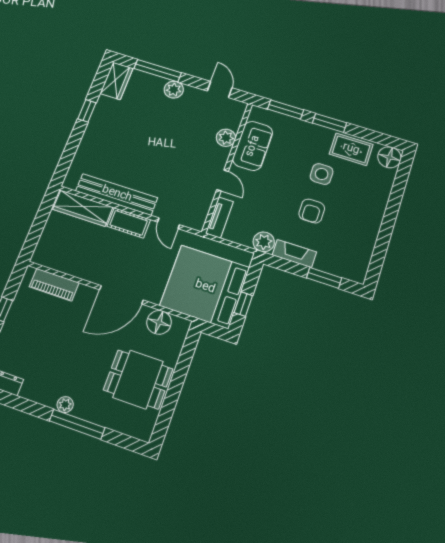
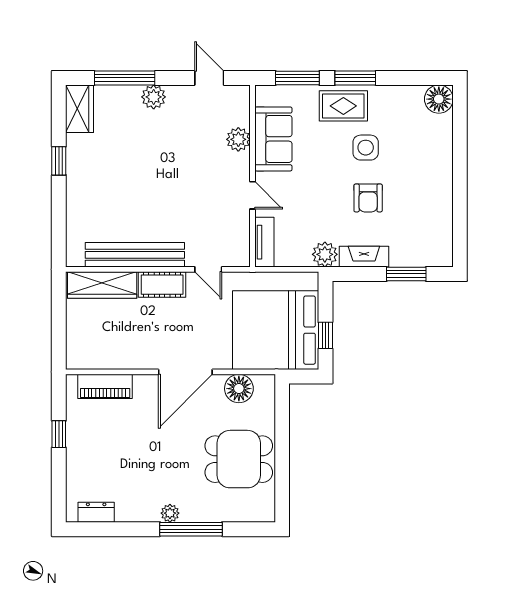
rug: (351, 149) -> (343, 106), moved

